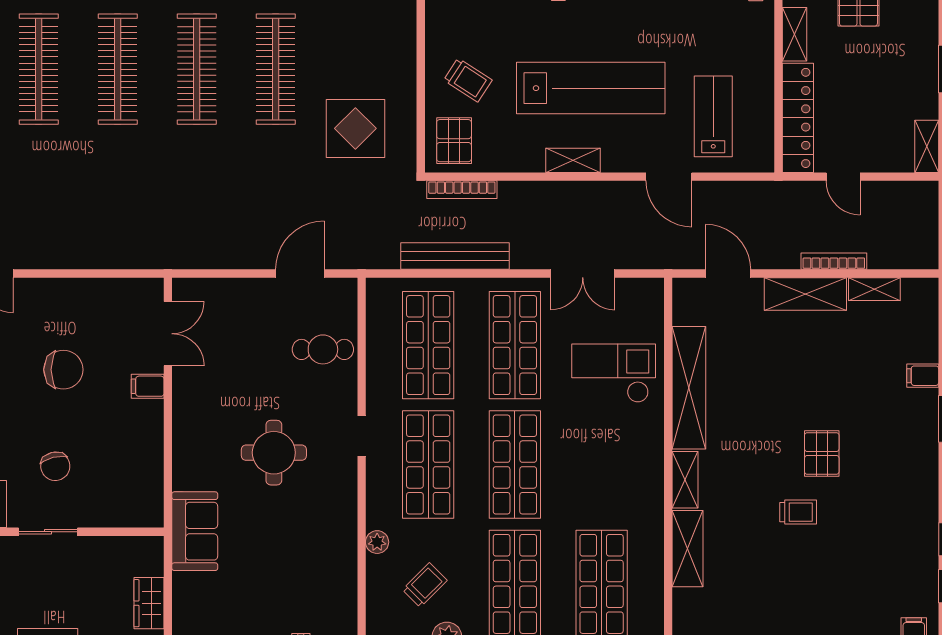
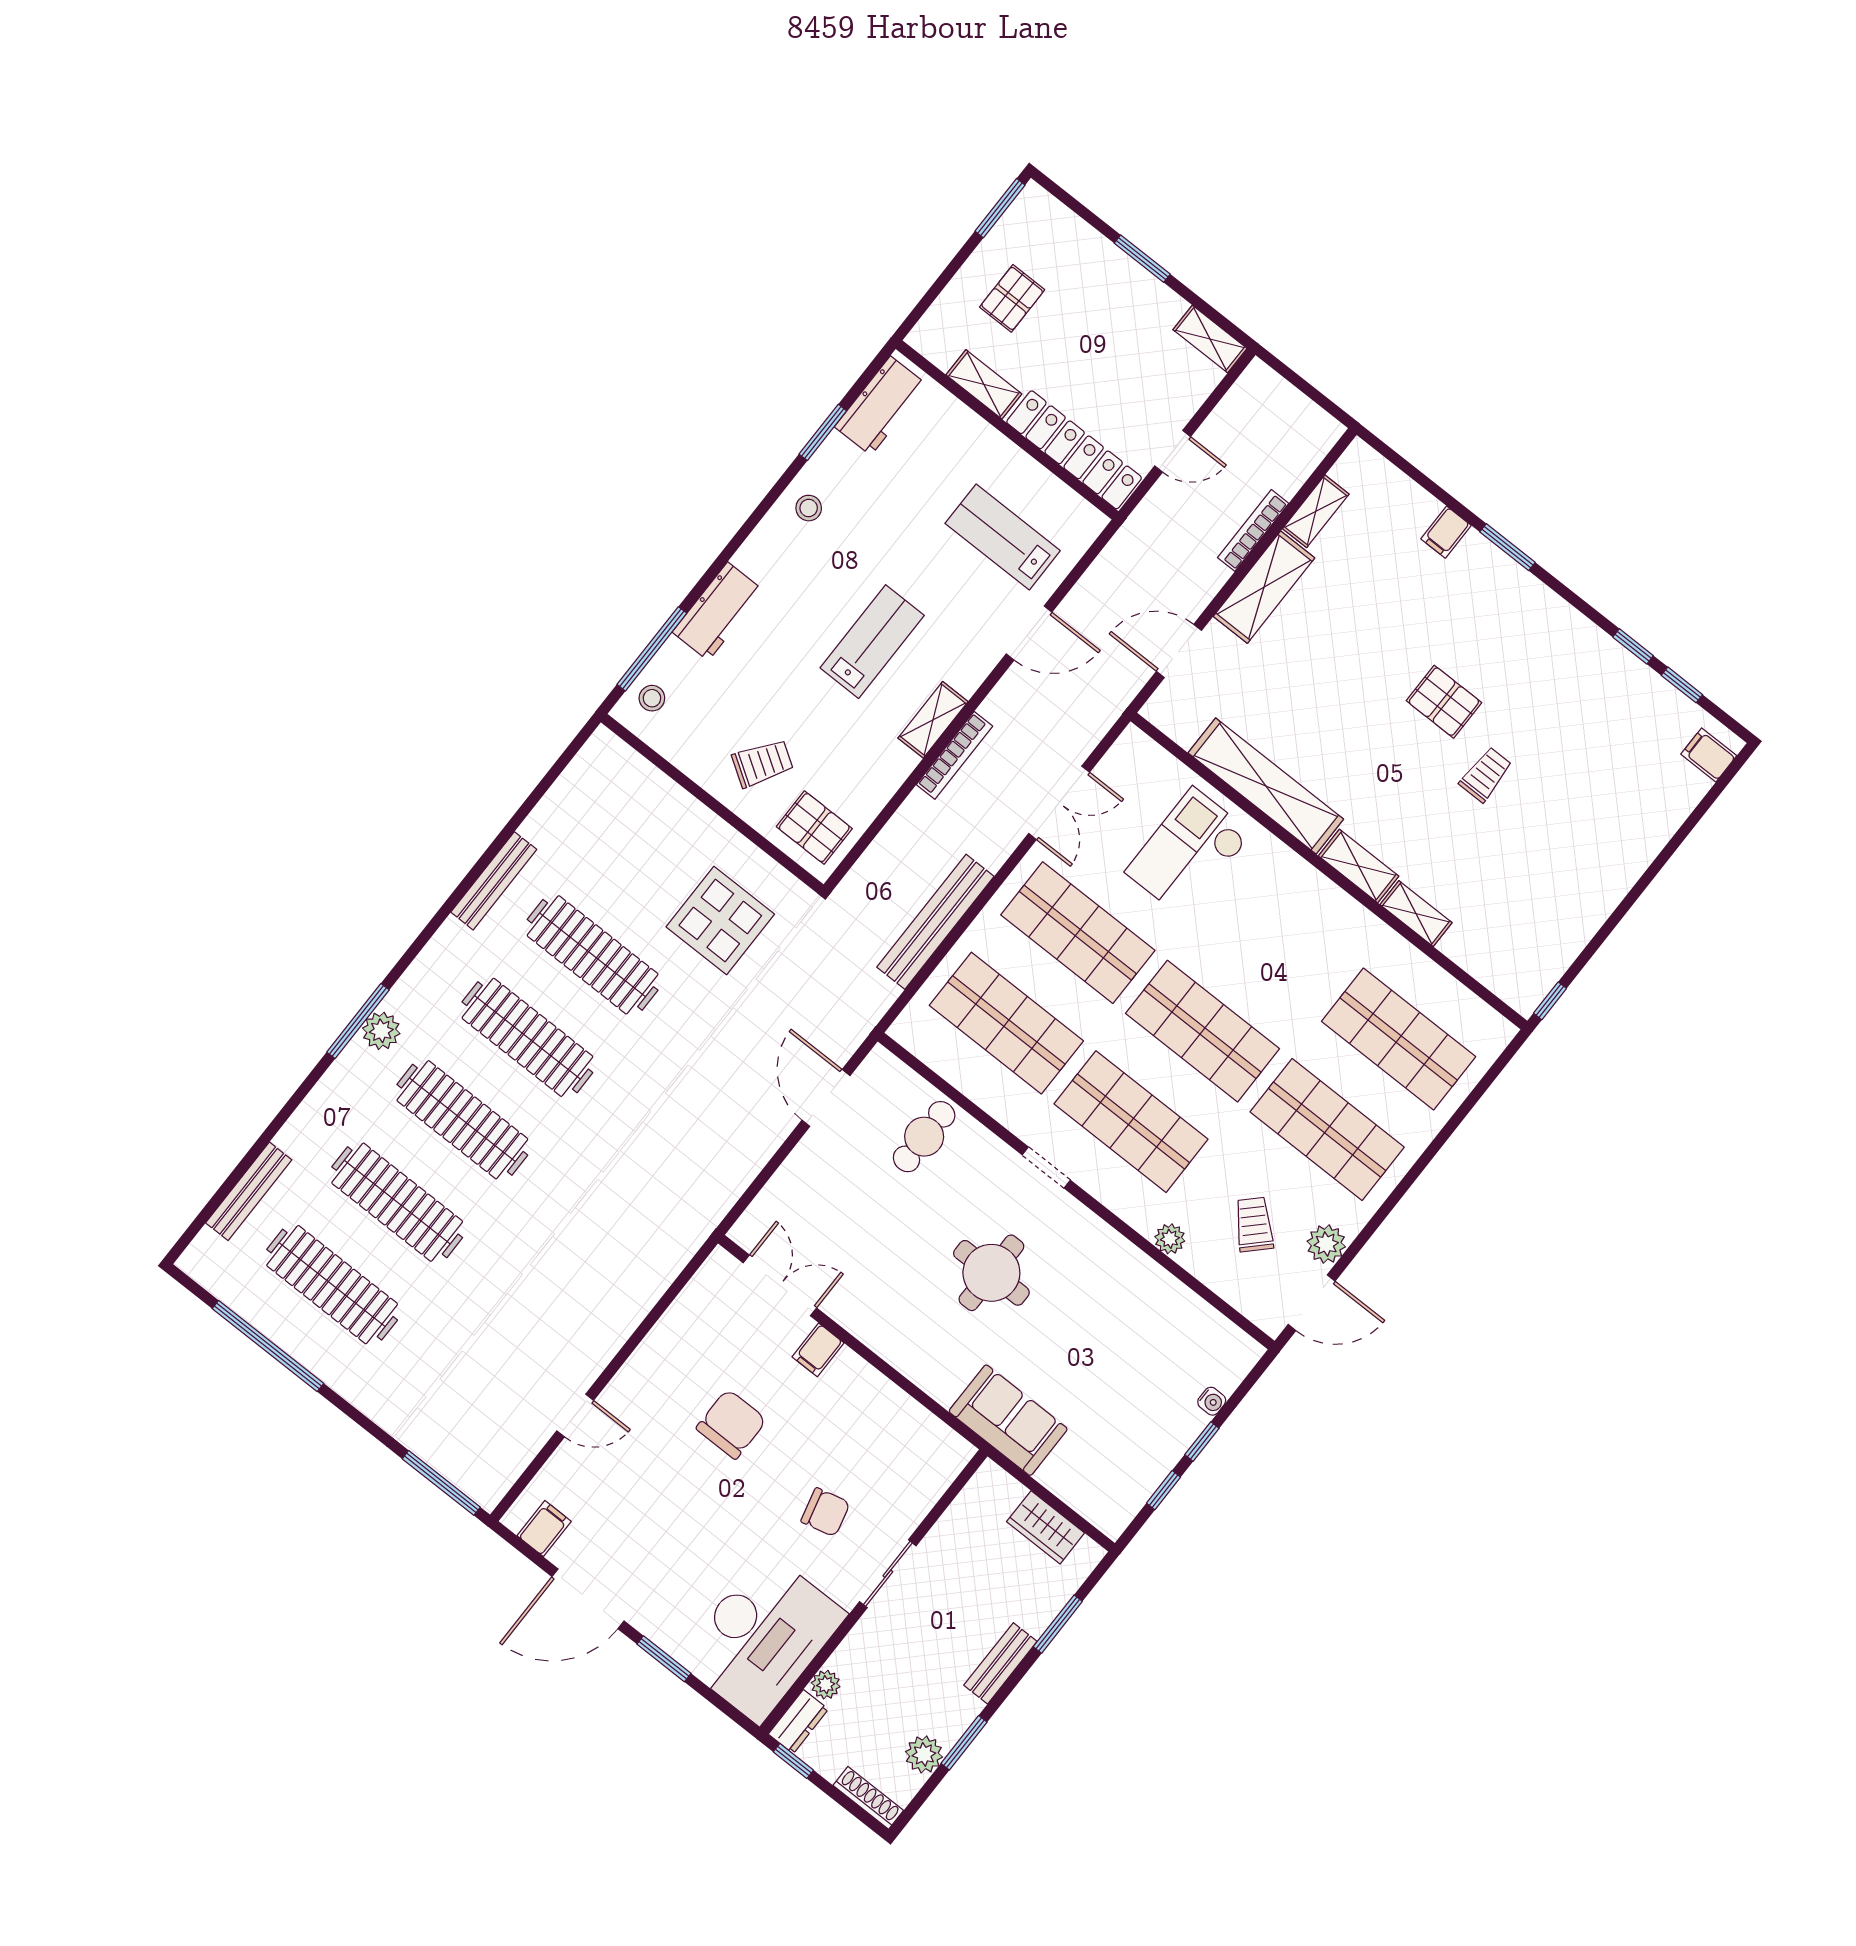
lab bench: (591, 88) -> (872, 642), width x0.54, depth x0.72
bookcase: (462, 190) -> (954, 755), moved
shelving: (688, 549) -> (1416, 914), width x0.67, depth x0.75

